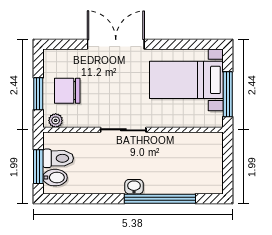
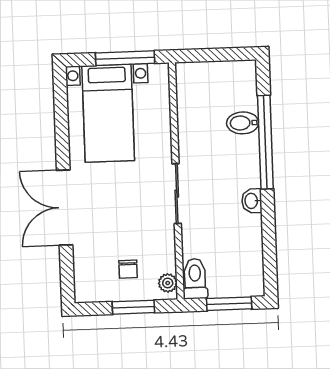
chair: (67, 91) -> (128, 269), width x0.54, depth x0.54
toilet: (58, 158) -> (195, 279), moved
bidet: (55, 178) -> (243, 123), moved, turned -90
washbasin: (134, 187) -> (252, 201), moved

